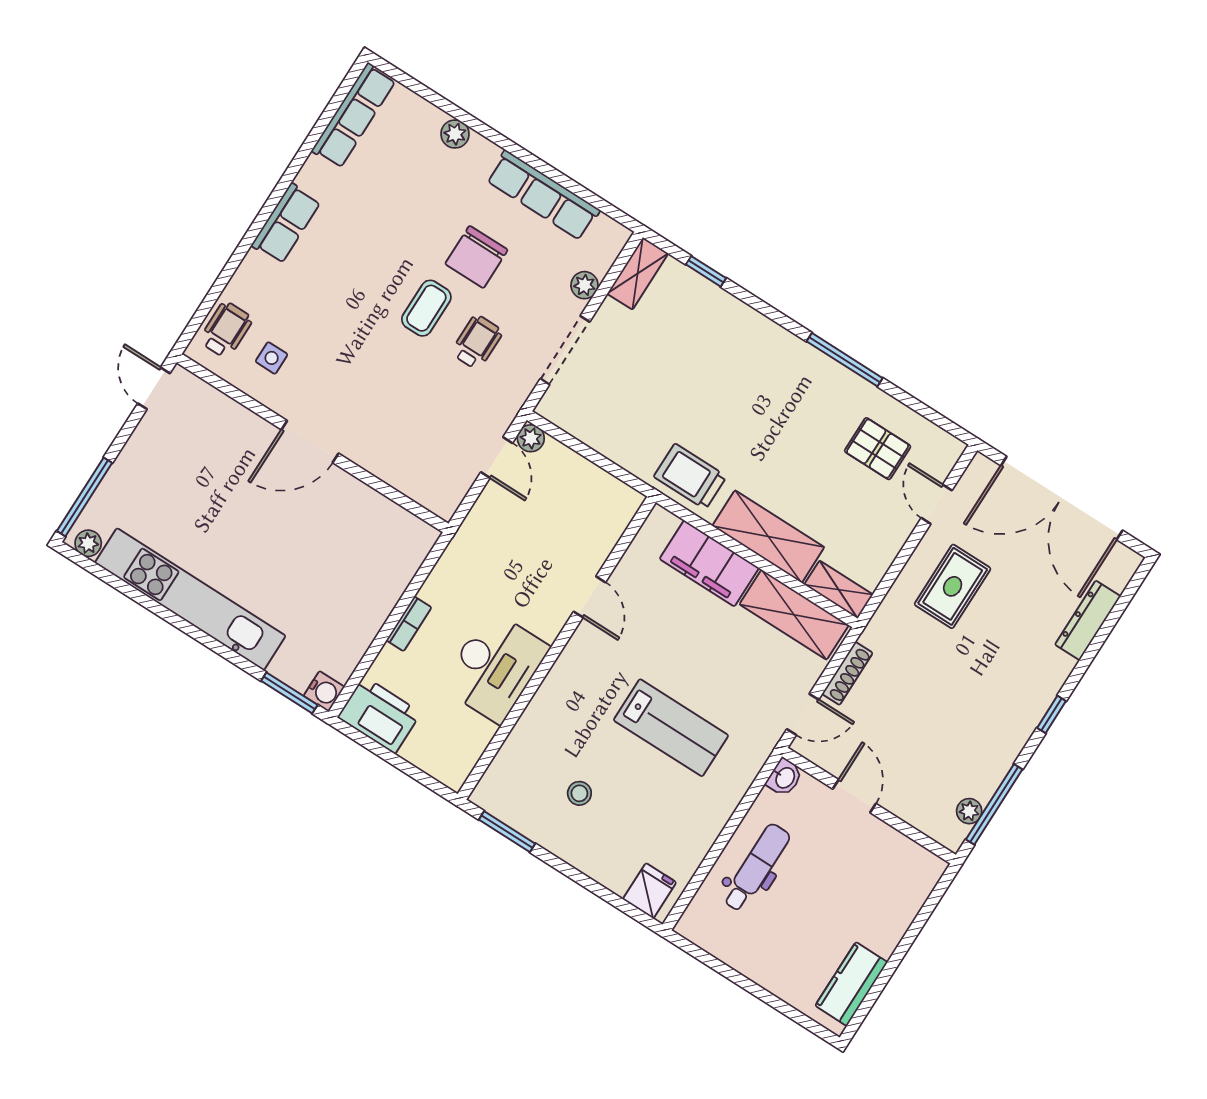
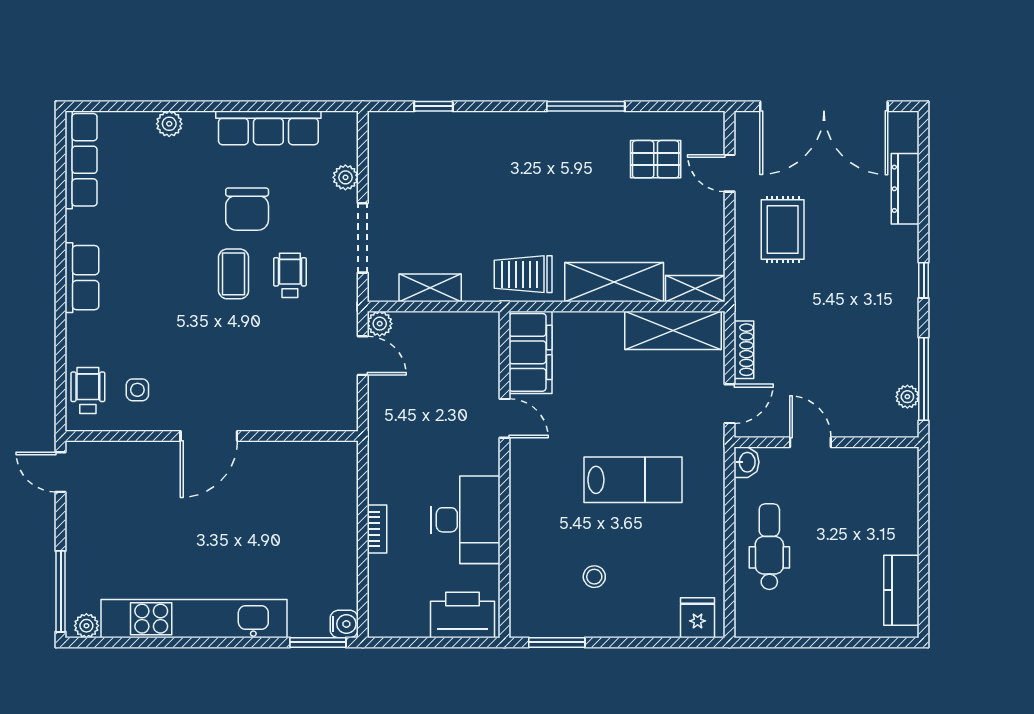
shelving: (638, 274) -> (430, 288), moved, turned 90
filing cabinet: (709, 563) -> (530, 352), moved, turned -90
printer: (379, 715) -> (462, 615), moved

